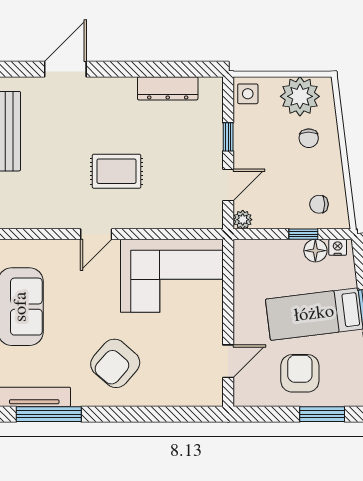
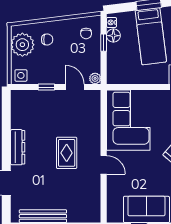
dresser: (168, 88) -> (18, 147), moved

